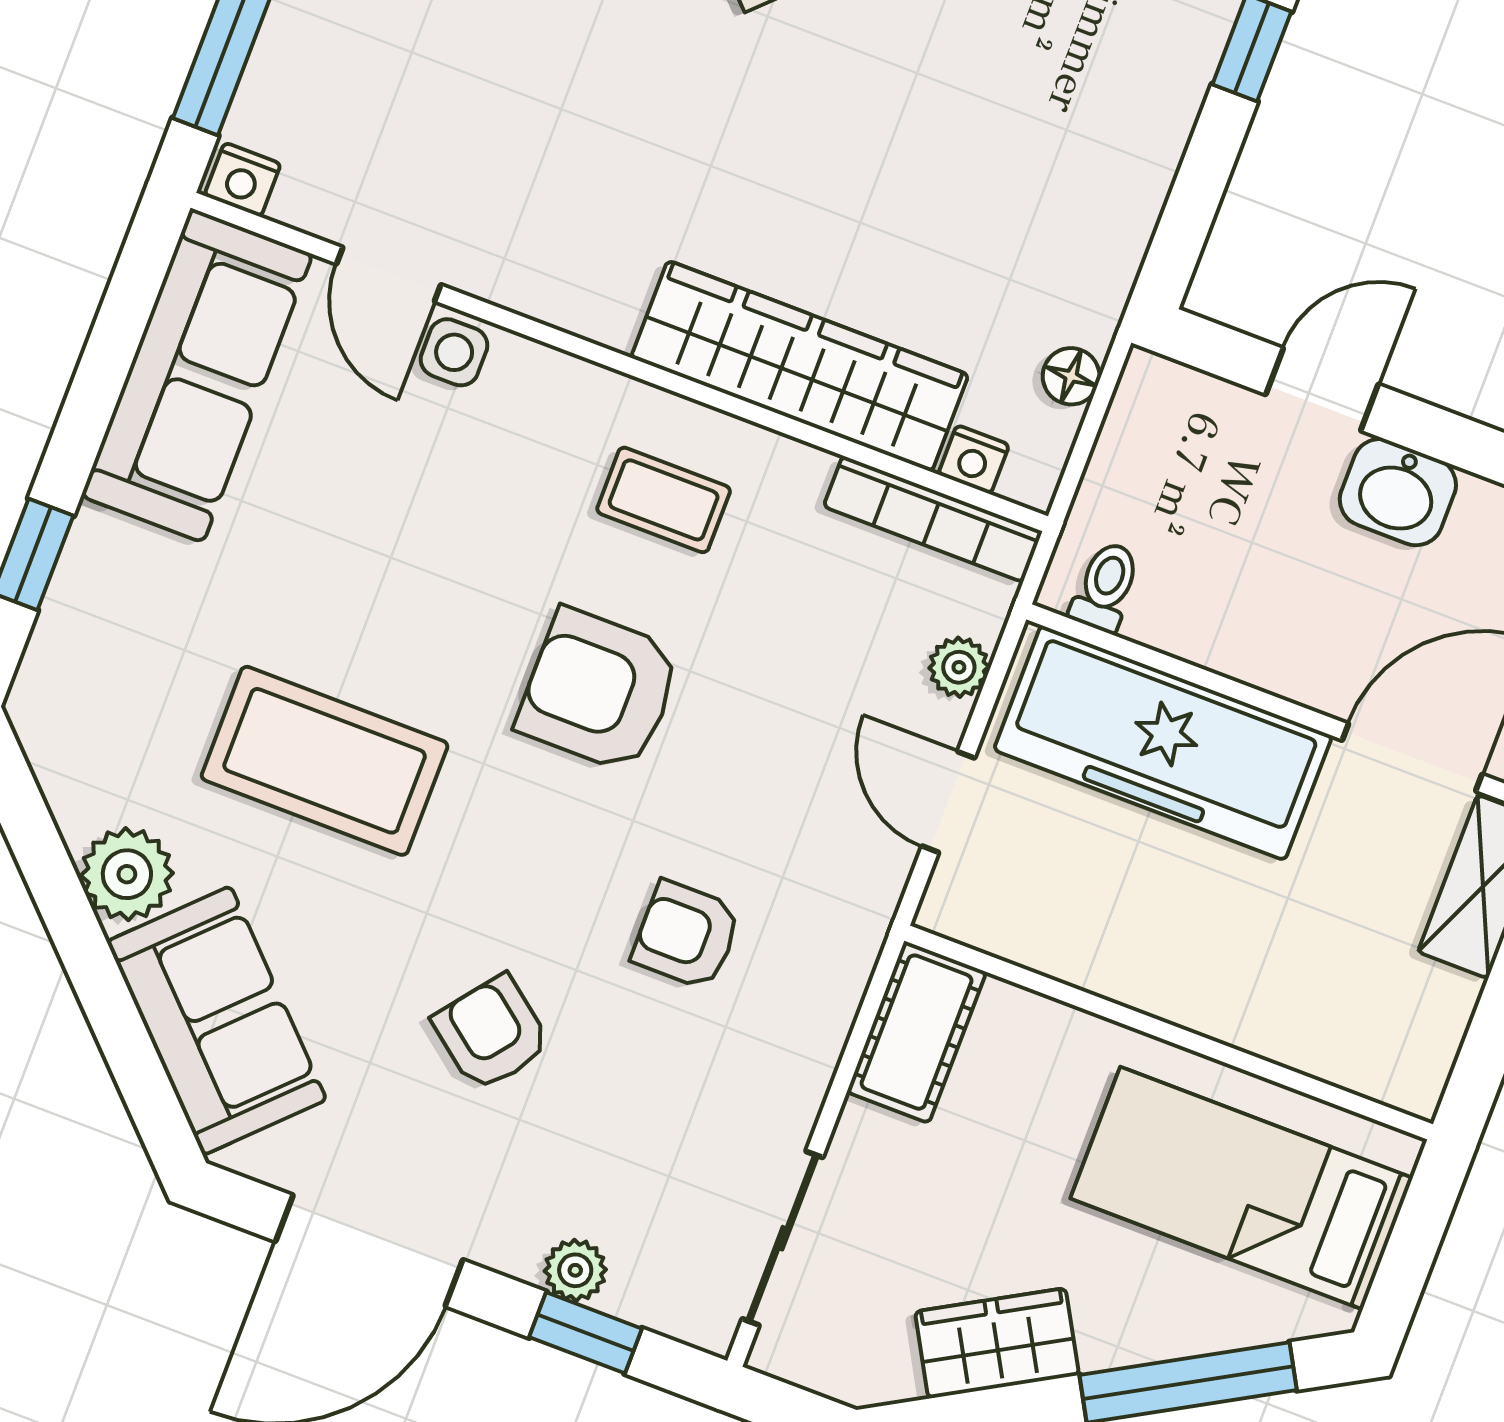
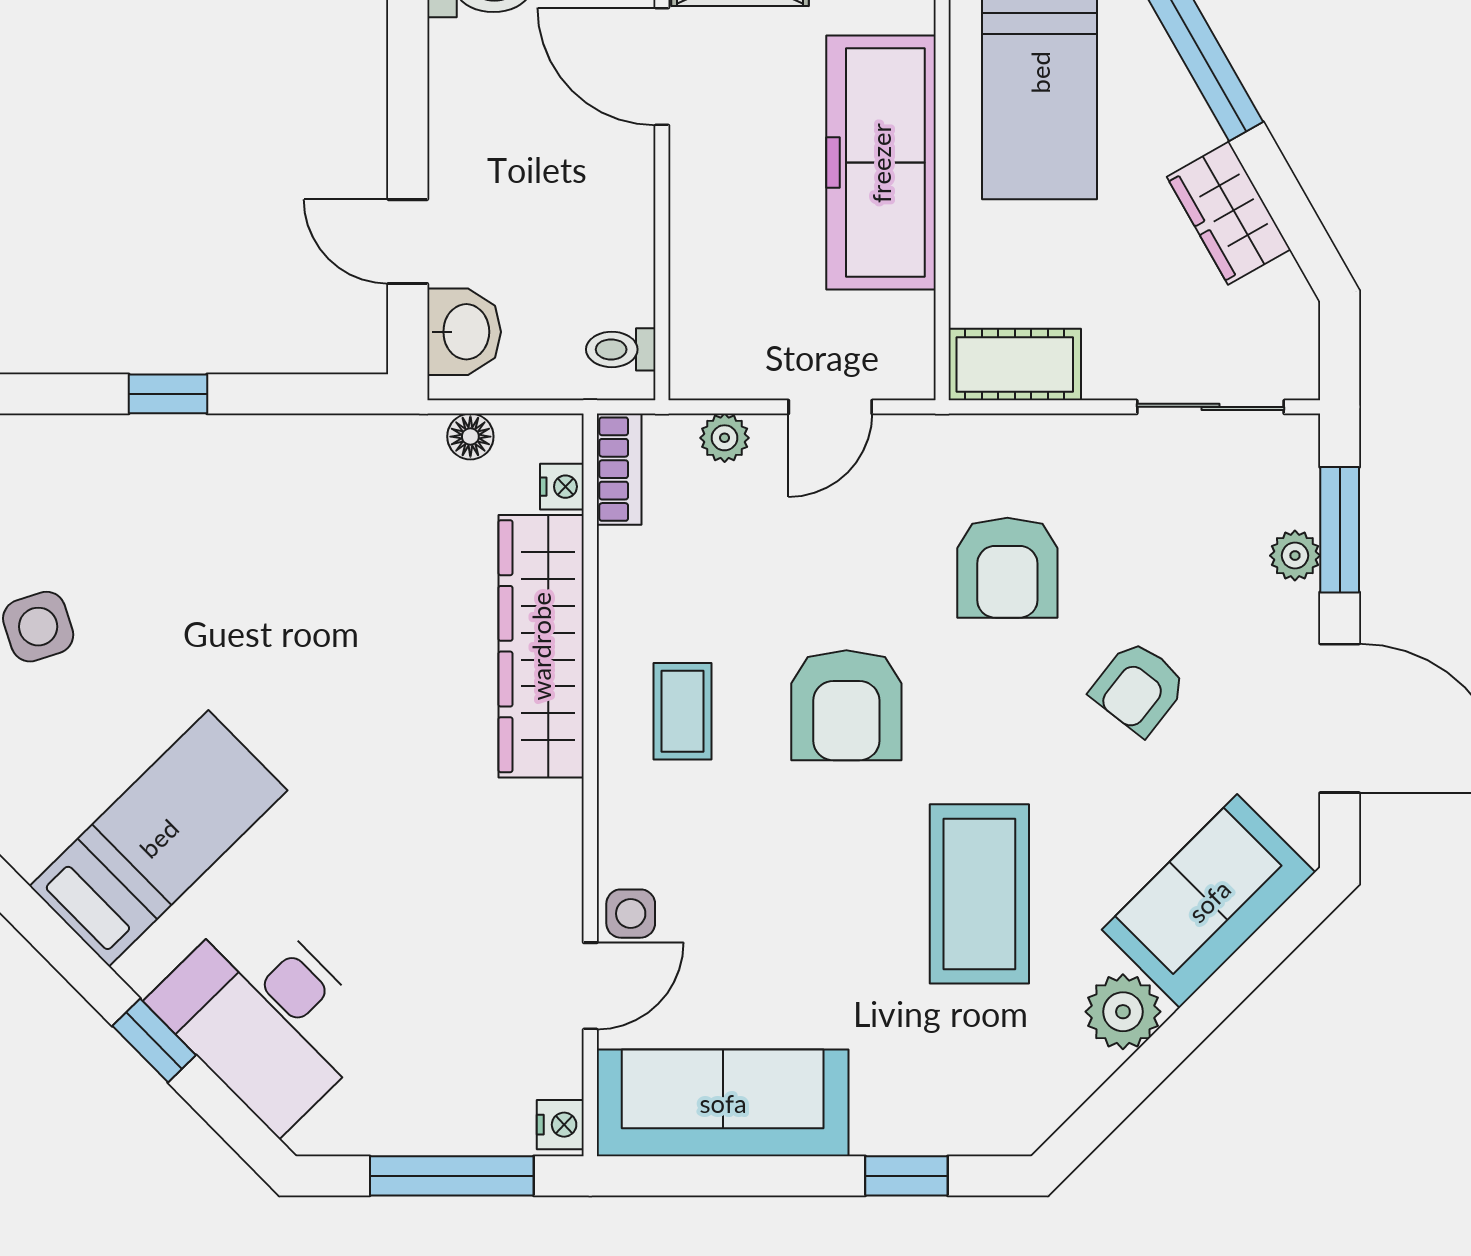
washbasin: (1398, 492) -> (464, 332), moved
bookcase: (933, 519) -> (619, 469), width x0.64
freezer: (1163, 743) -> (881, 163), moved, turned 180
armchair: (687, 935) -> (1007, 568), width x1.38, depth x1.38
window: (585, 1333) -> (1340, 530), width x1.50

